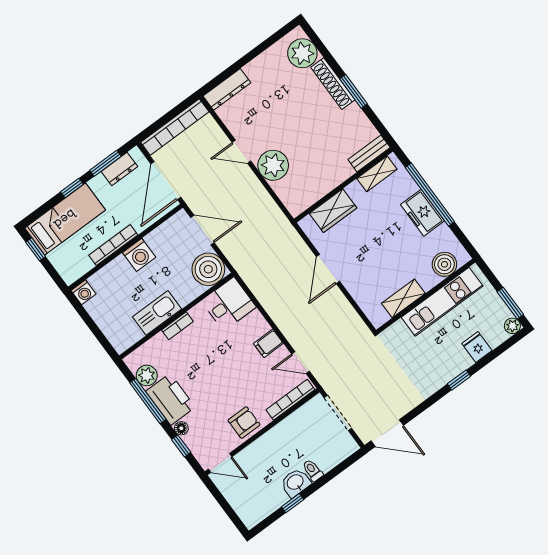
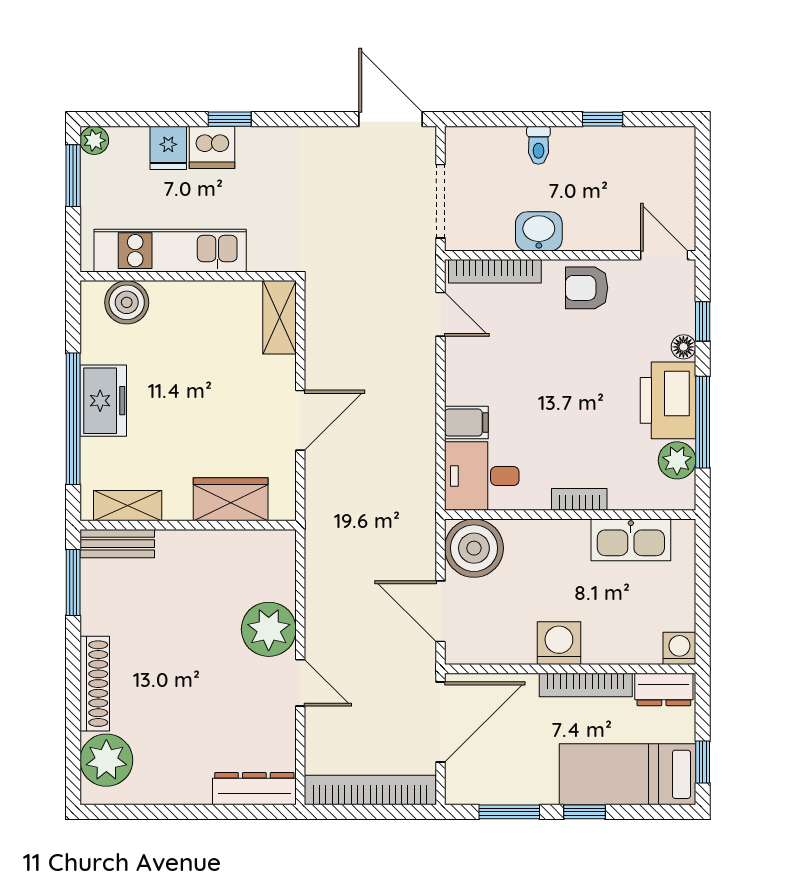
window: (354, 91) -> (73, 582), moved
dresser: (119, 169) -> (664, 689), moved, turned 180
shelving: (403, 298) -> (279, 317), moved, turned 90
kitchen sink: (157, 313) -> (631, 540), moved
filing cabinet: (268, 343) -> (466, 423), moved
dishwasher: (458, 362) -> (212, 147), added
washbasin: (296, 483) -> (539, 231), moved, turned 180

